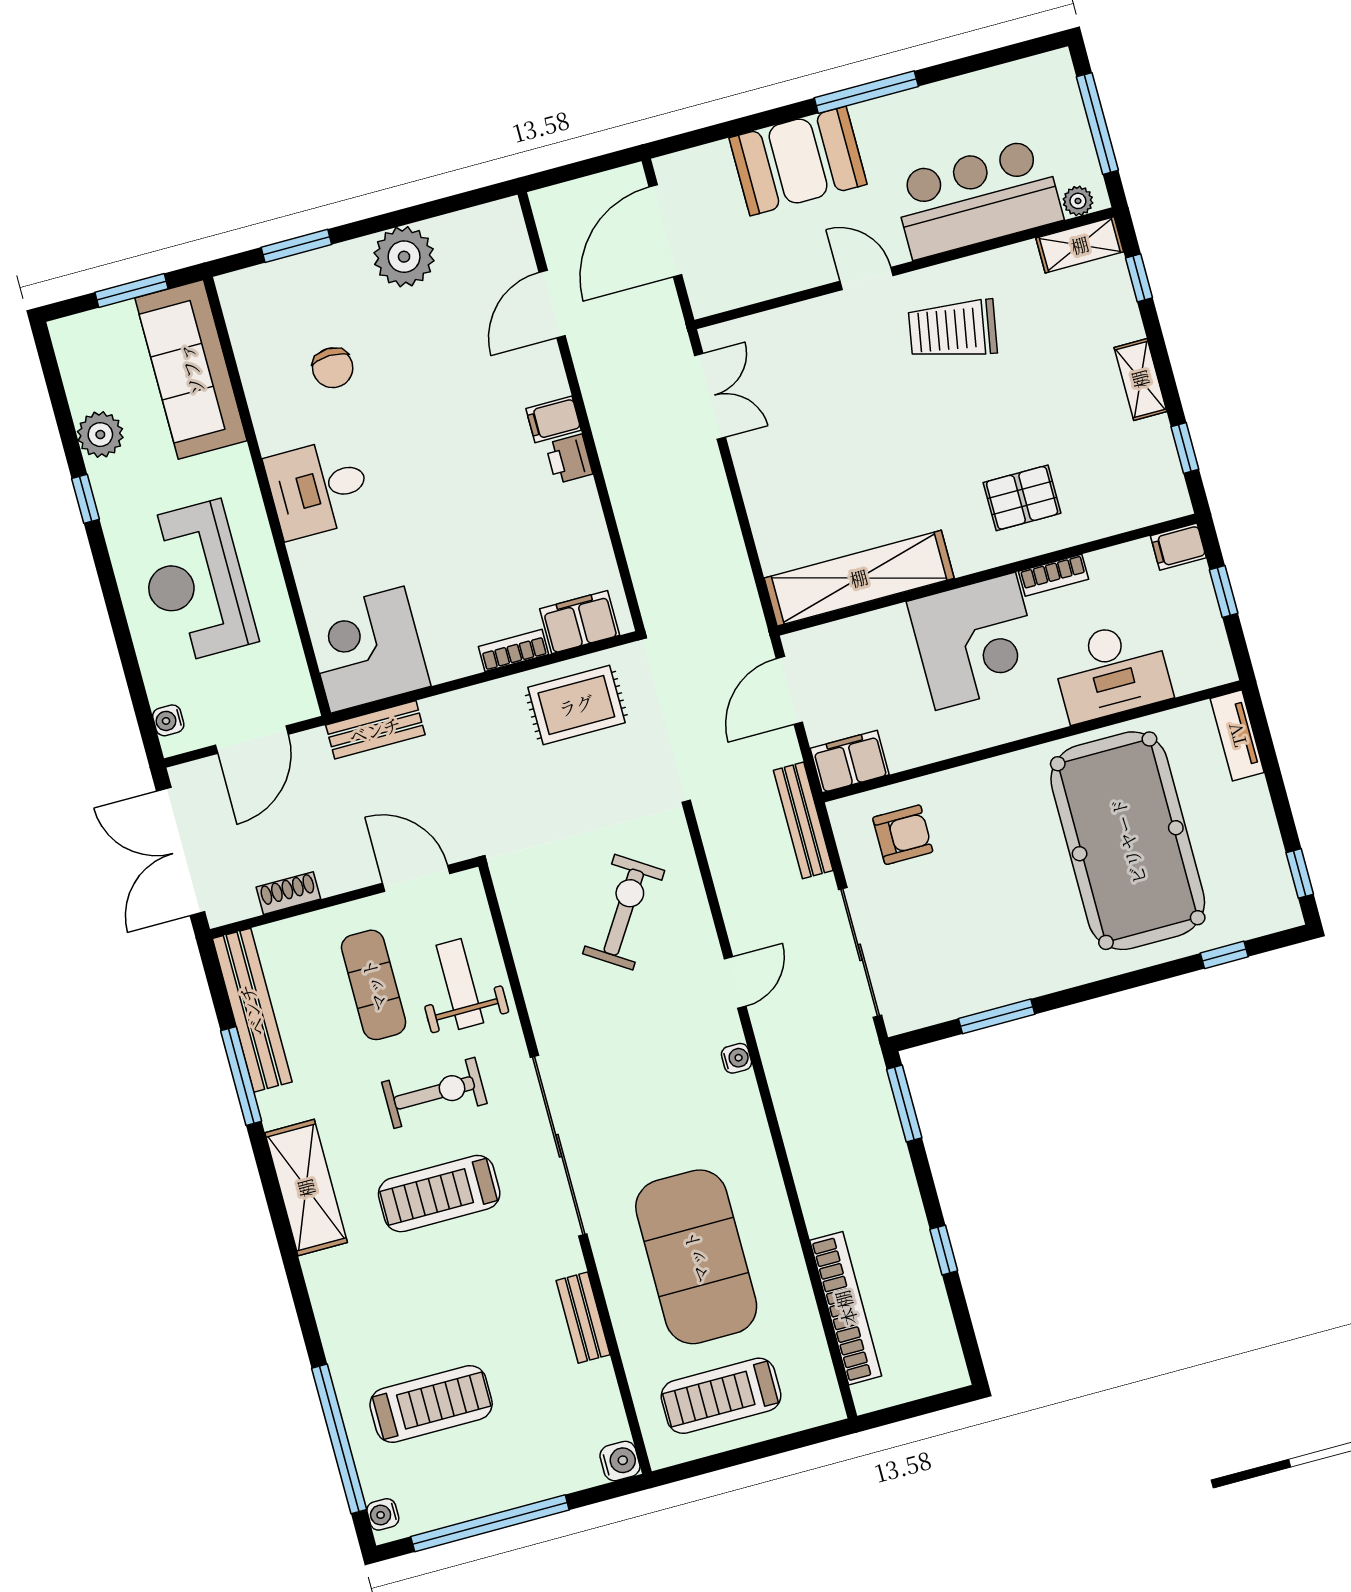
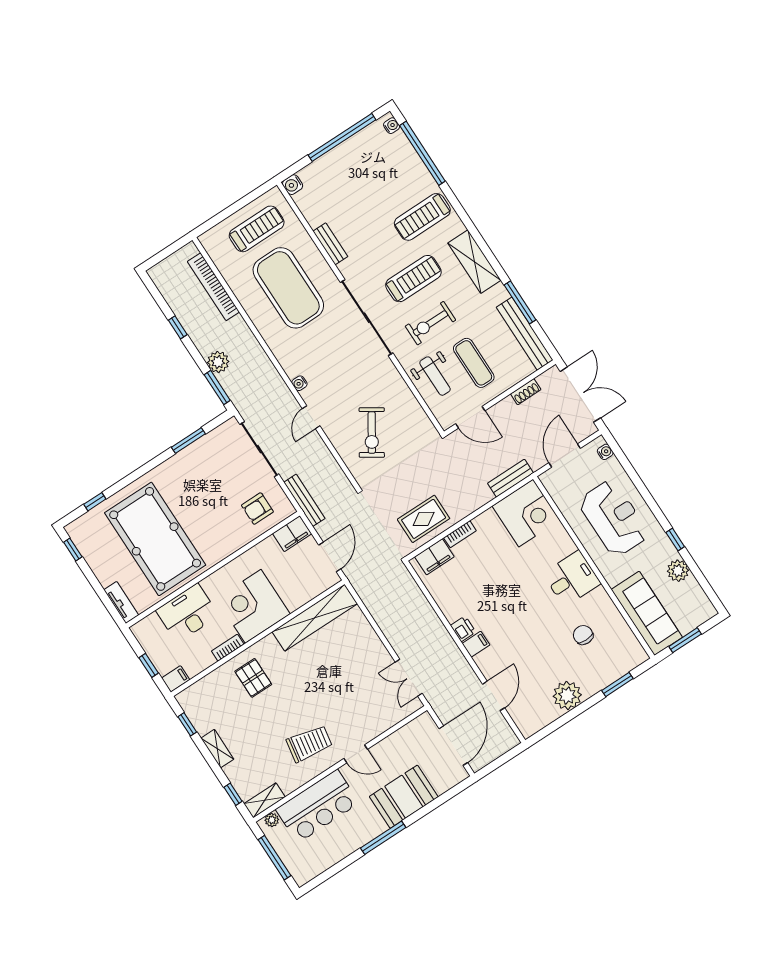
pallet: (1022, 498) -> (253, 678), turned 90
plant: (886, 1154) -> (218, 362), added
treadmill: (431, 1404) -> (422, 217), moved

